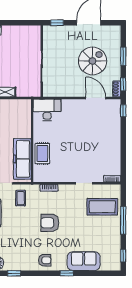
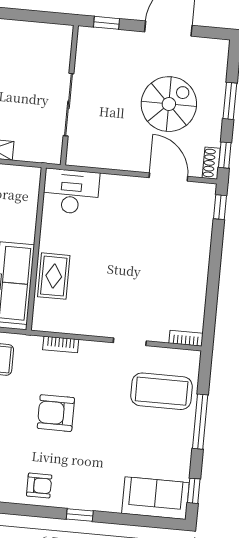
sofa: (84, 261) -> (155, 498), moved

